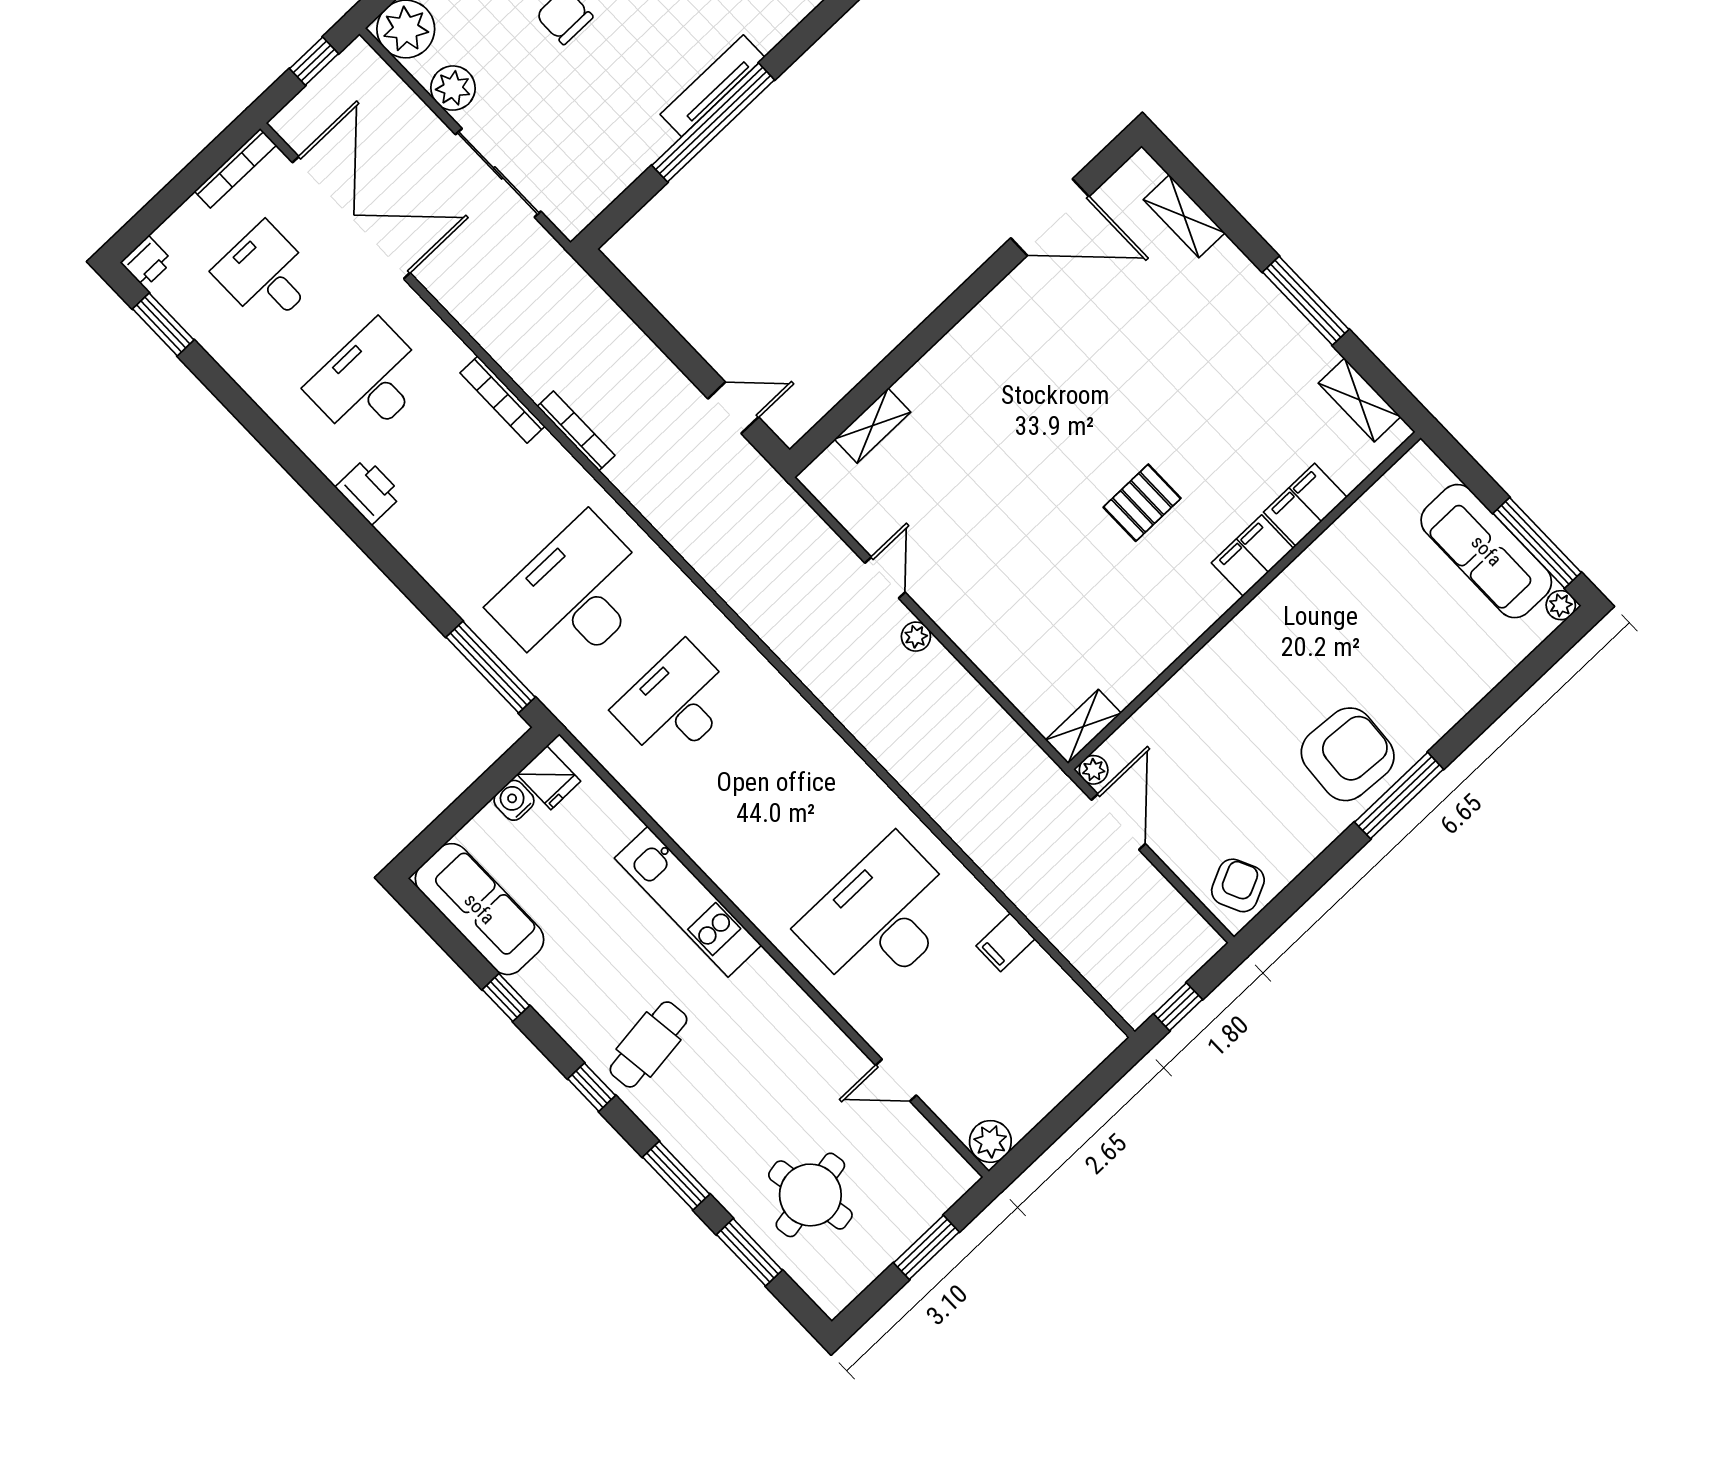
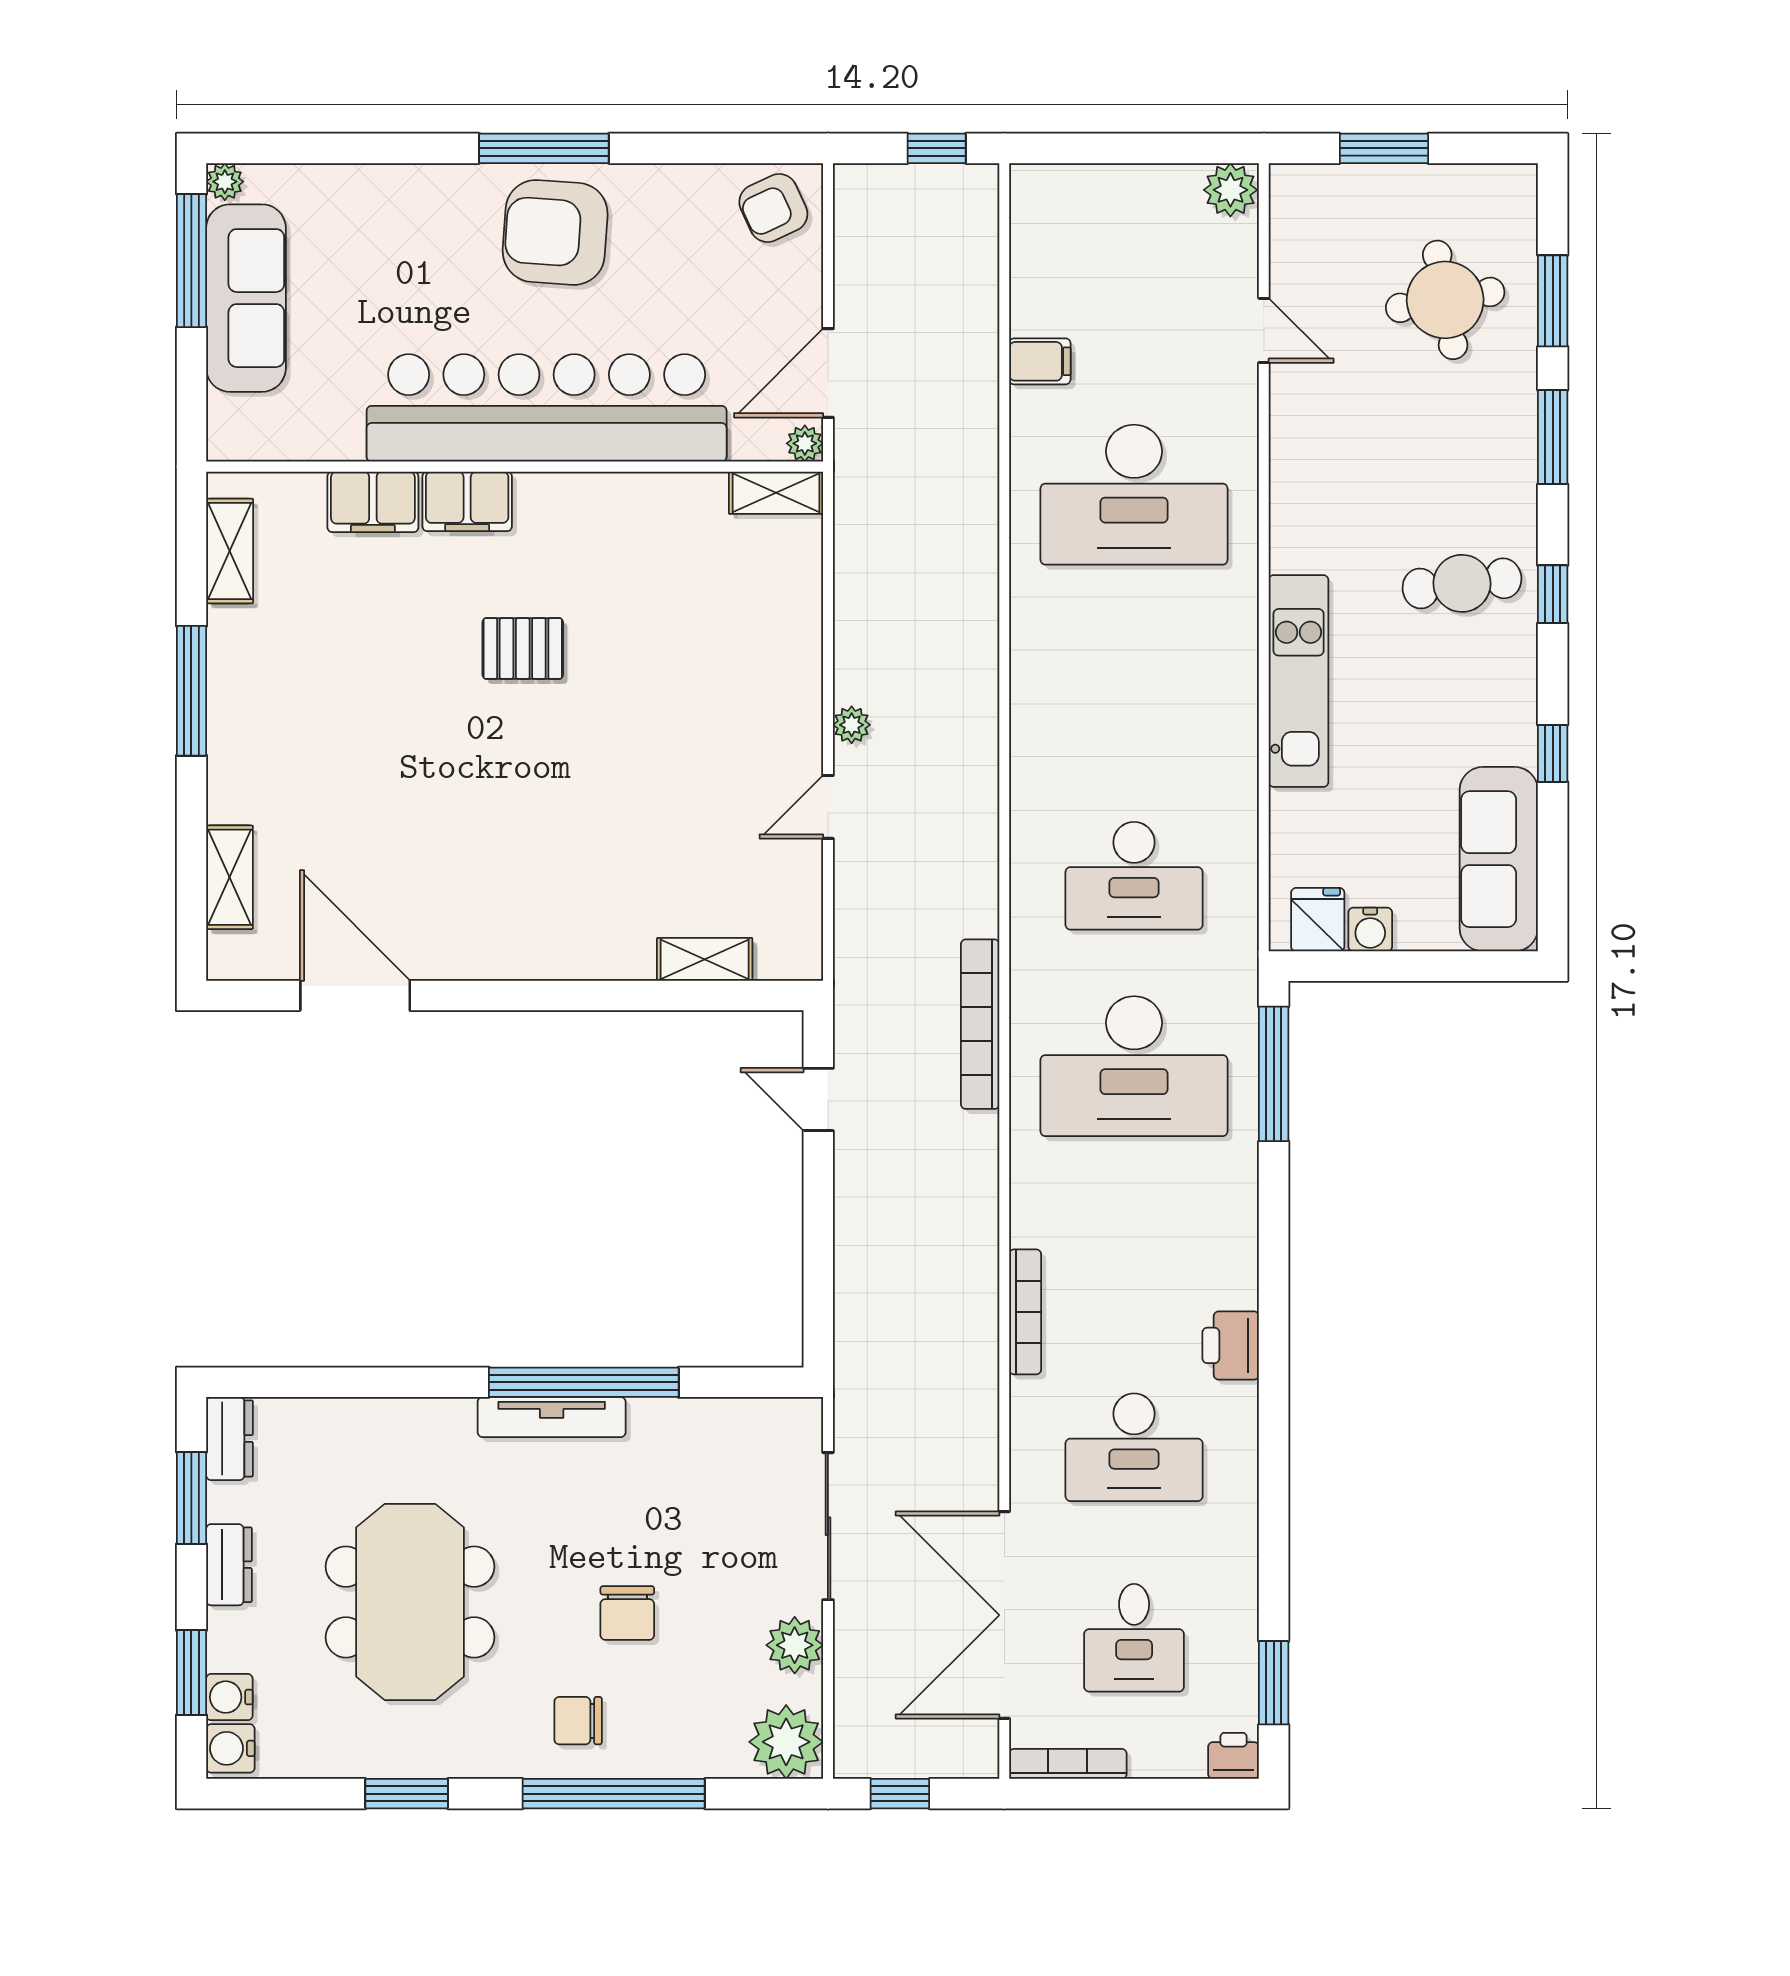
bookcase: (576, 431) -> (980, 1024), moved, width x1.48, depth x1.31
bar counter: (1258, 651) -> (547, 408), added

